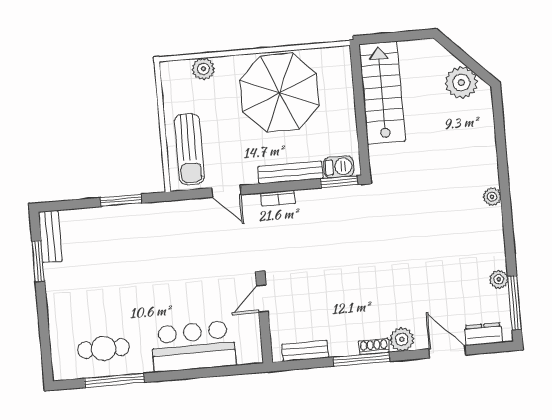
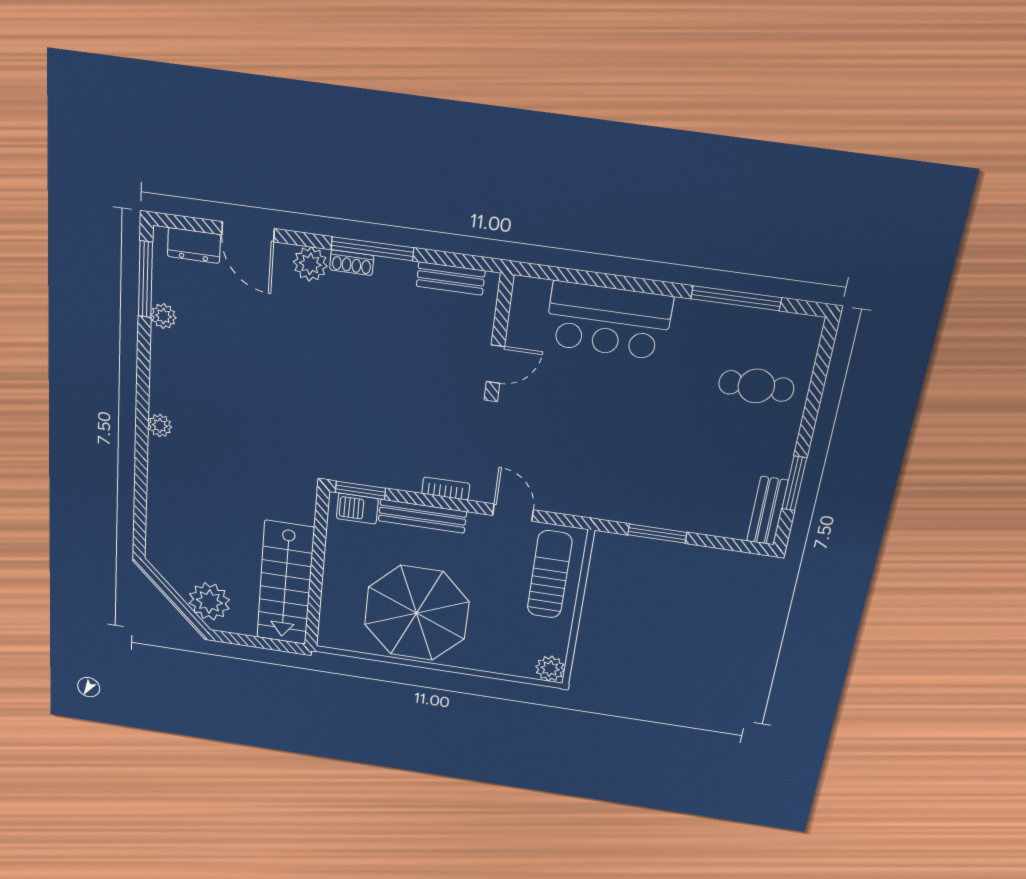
plant: (203, 69) -> (550, 669), moved
plant: (461, 82) -> (209, 601), moved
cafe table: (104, 349) -> (756, 386), moved

